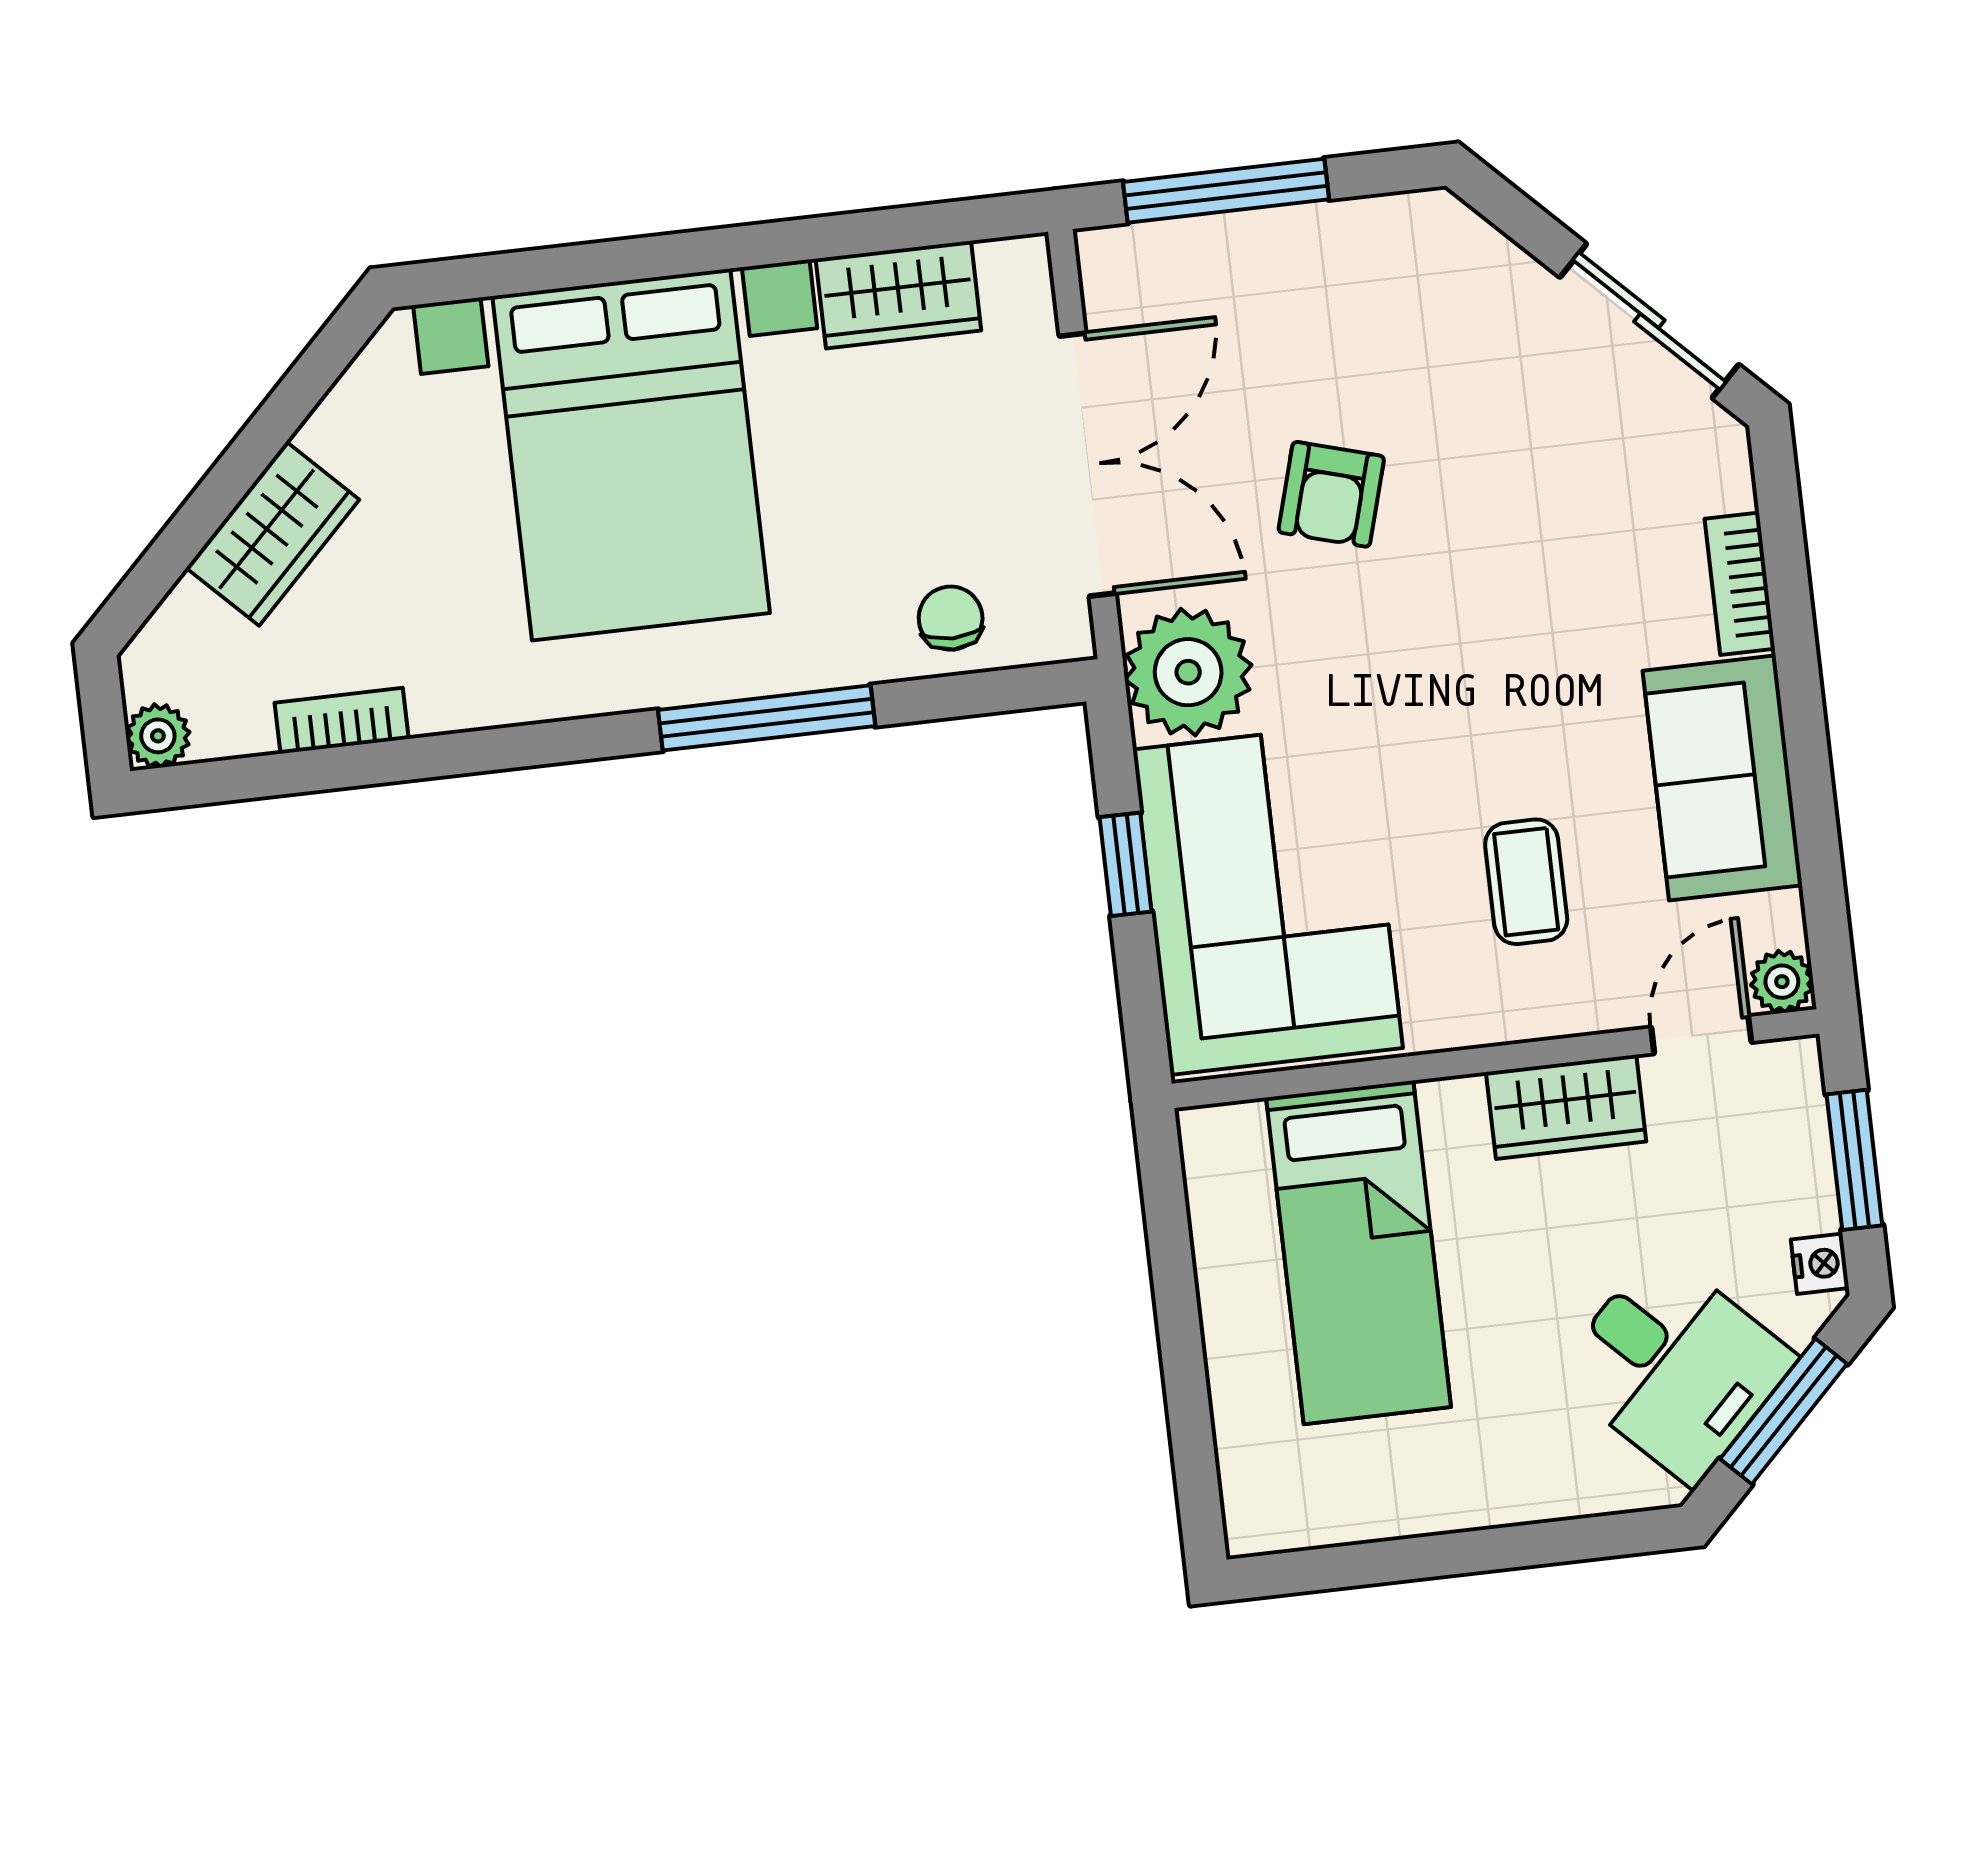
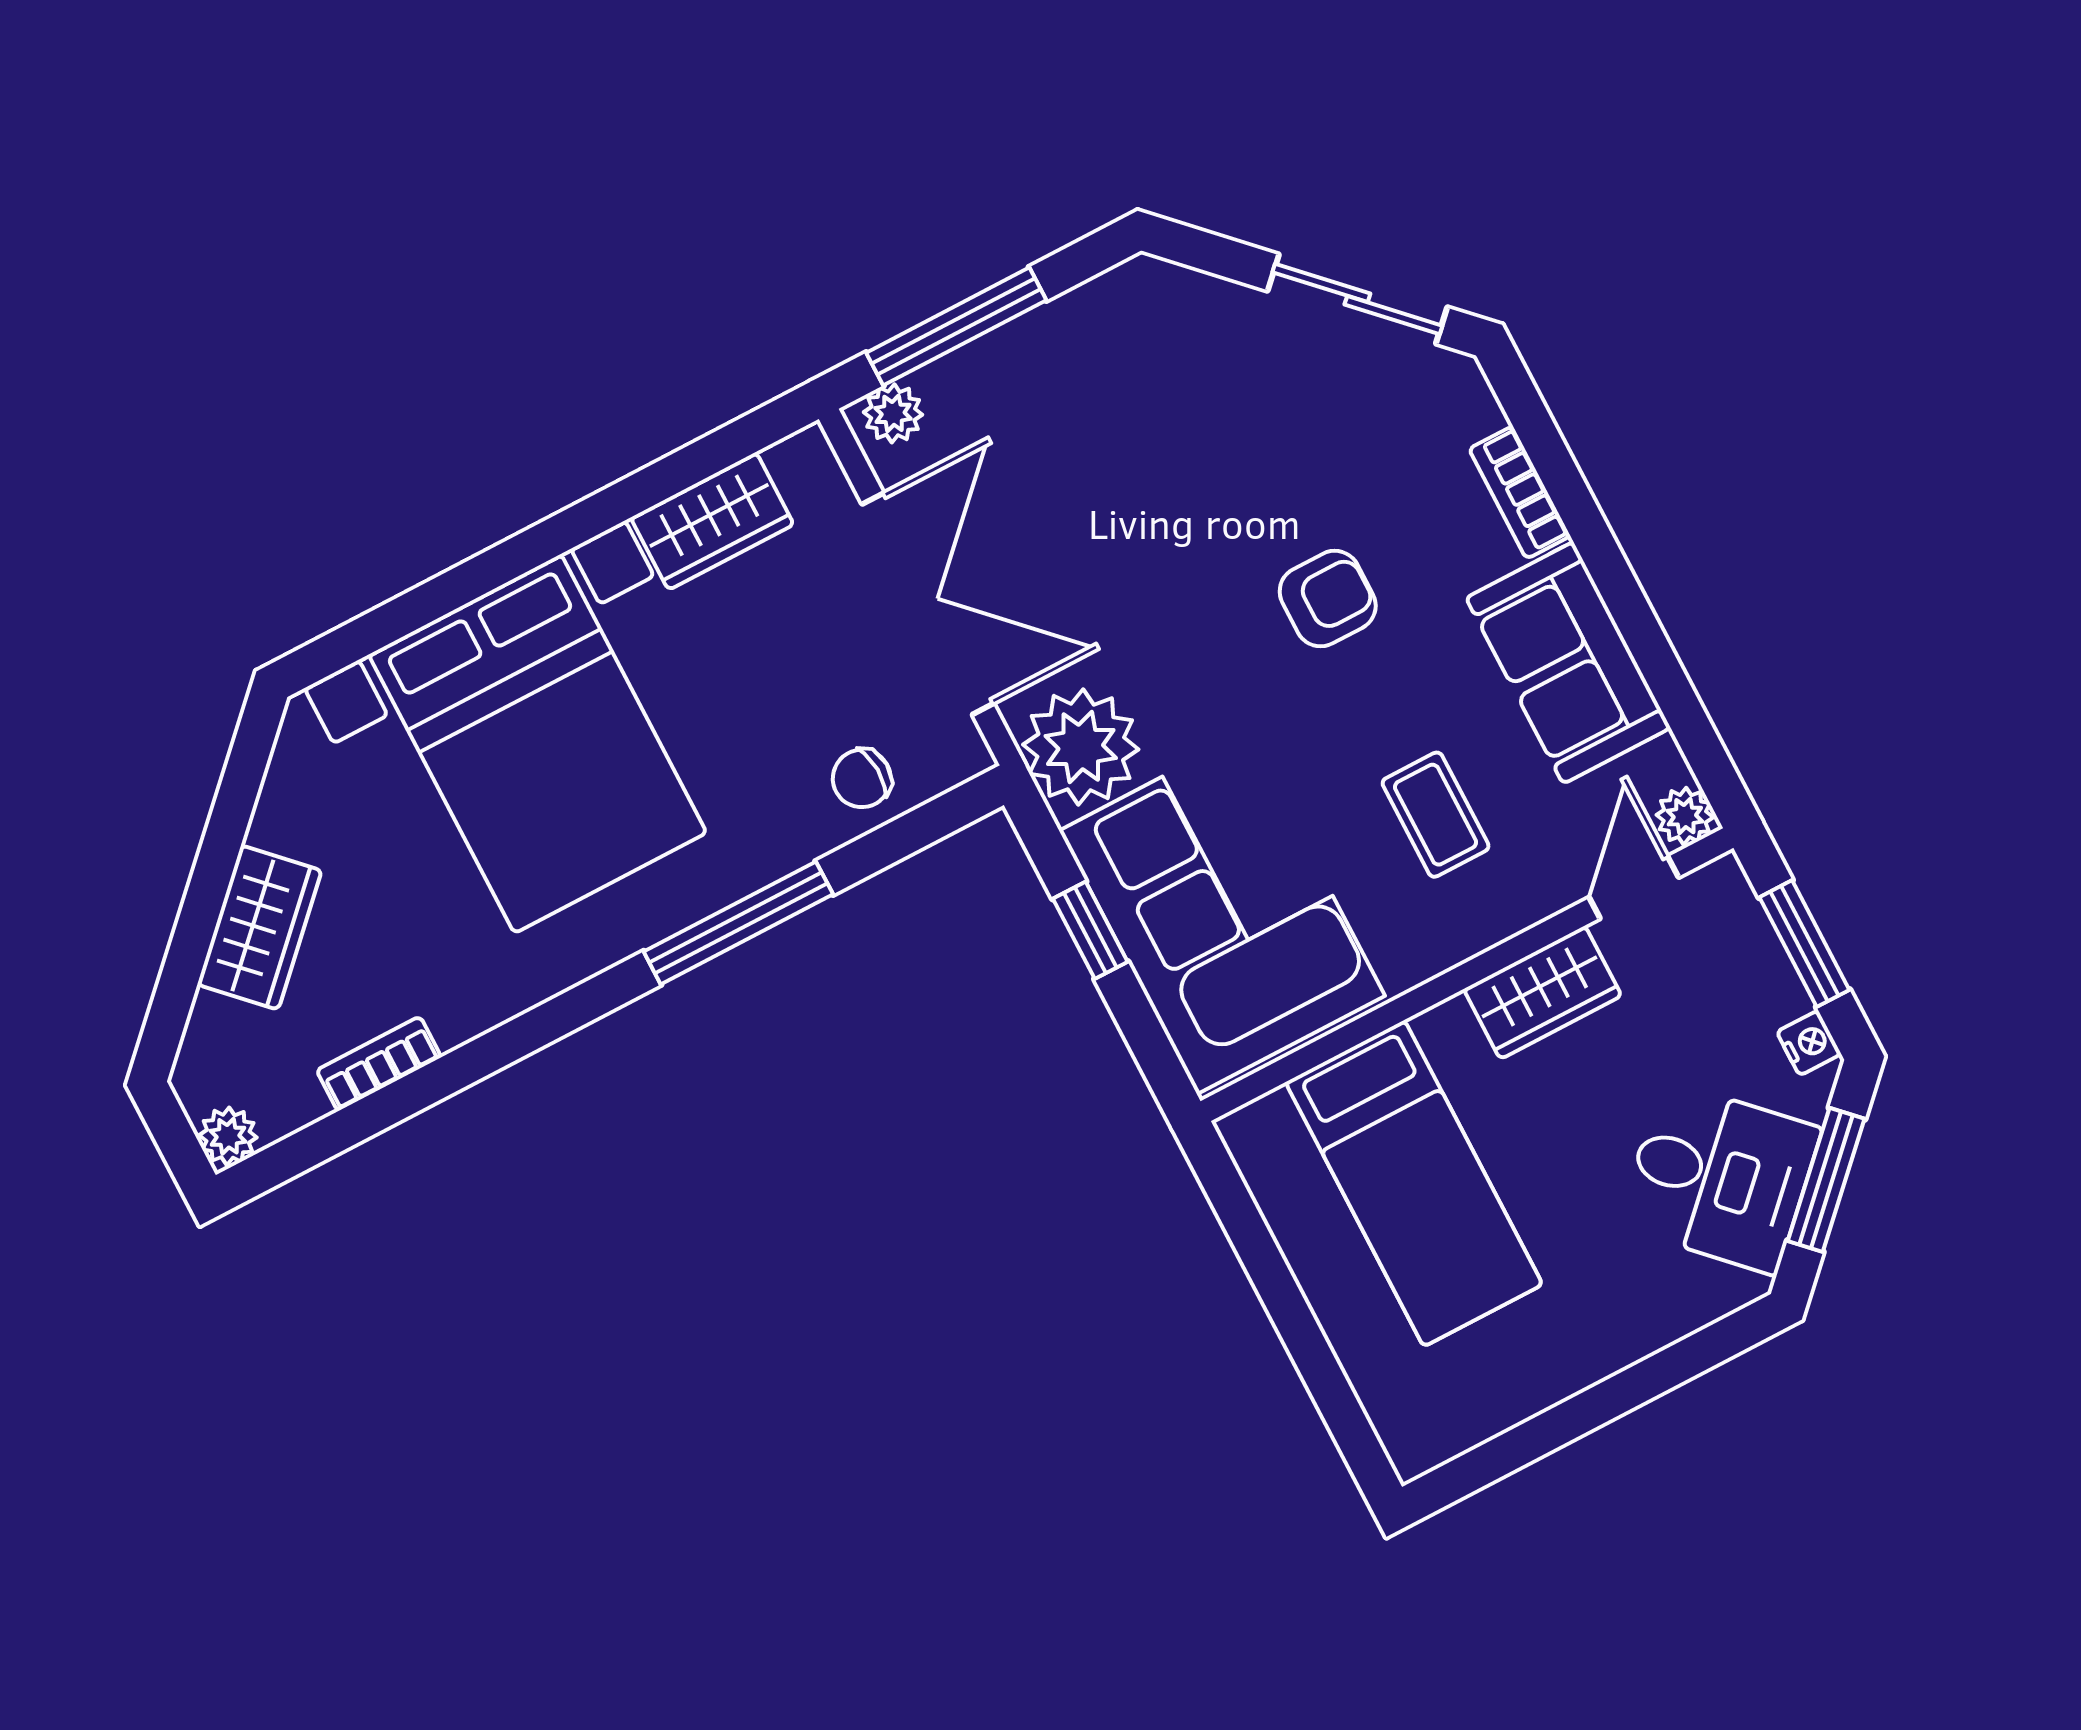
plant: (1127, 255) -> (893, 413), added
armchair: (1331, 494) -> (1328, 599), moved, turned -106
chair: (951, 618) -> (862, 778), turned -93

